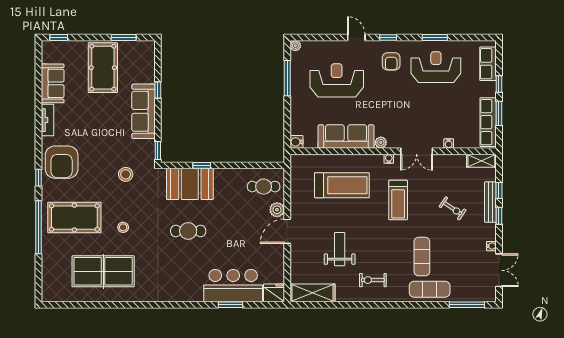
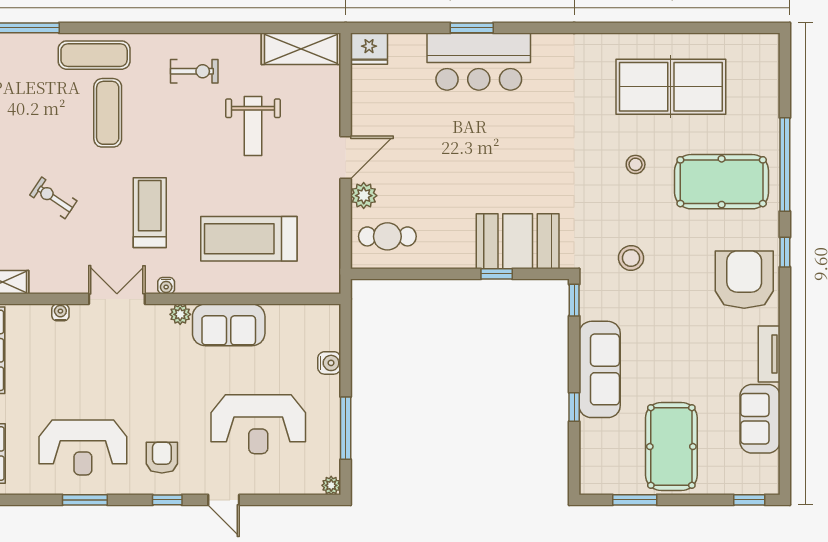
sofa: (346, 136) -> (229, 325), width x0.73
water cooler: (296, 142) -> (329, 363), moved
cafe table: (188, 231) -> (521, 158), removed
bar counter: (233, 286) -> (479, 62), moved
window: (231, 305) -> (472, 28), moved

